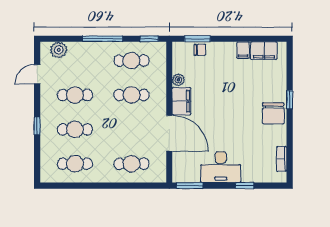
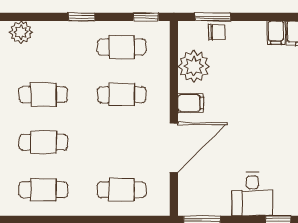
window: (103, 39) -> (82, 17), width x0.46
plant: (178, 80) -> (194, 66), width x1.87, depth x1.87
filing cabinet: (182, 101) -> (191, 103), width x0.50
door: (169, 133) -> (174, 148), hinge flipped
desk: (221, 167) -> (252, 194), width x0.73

